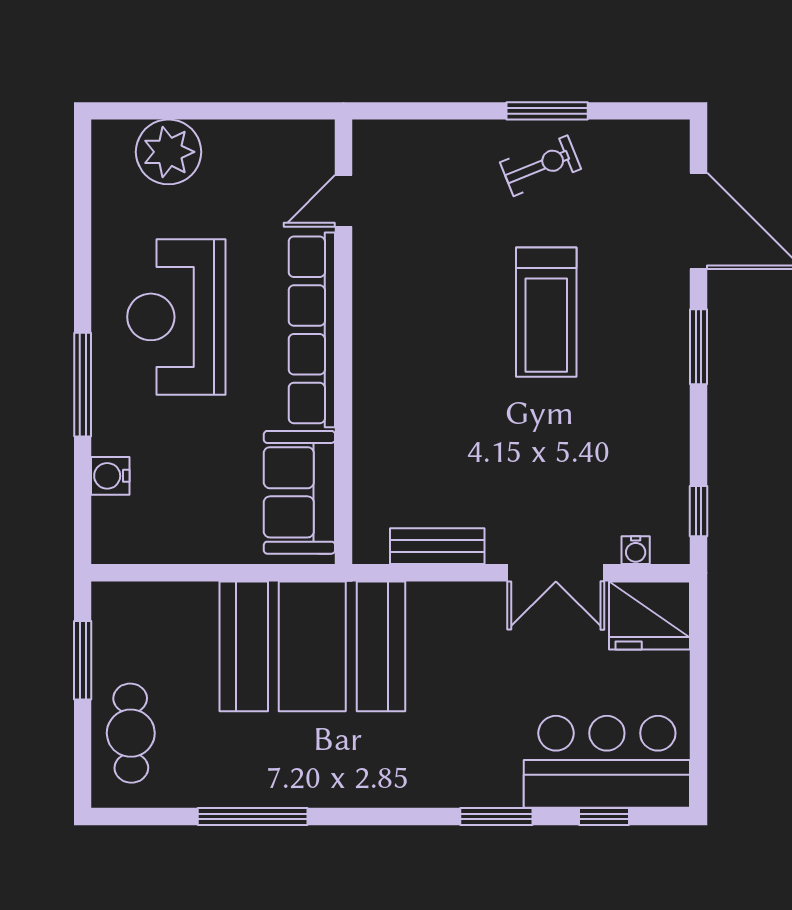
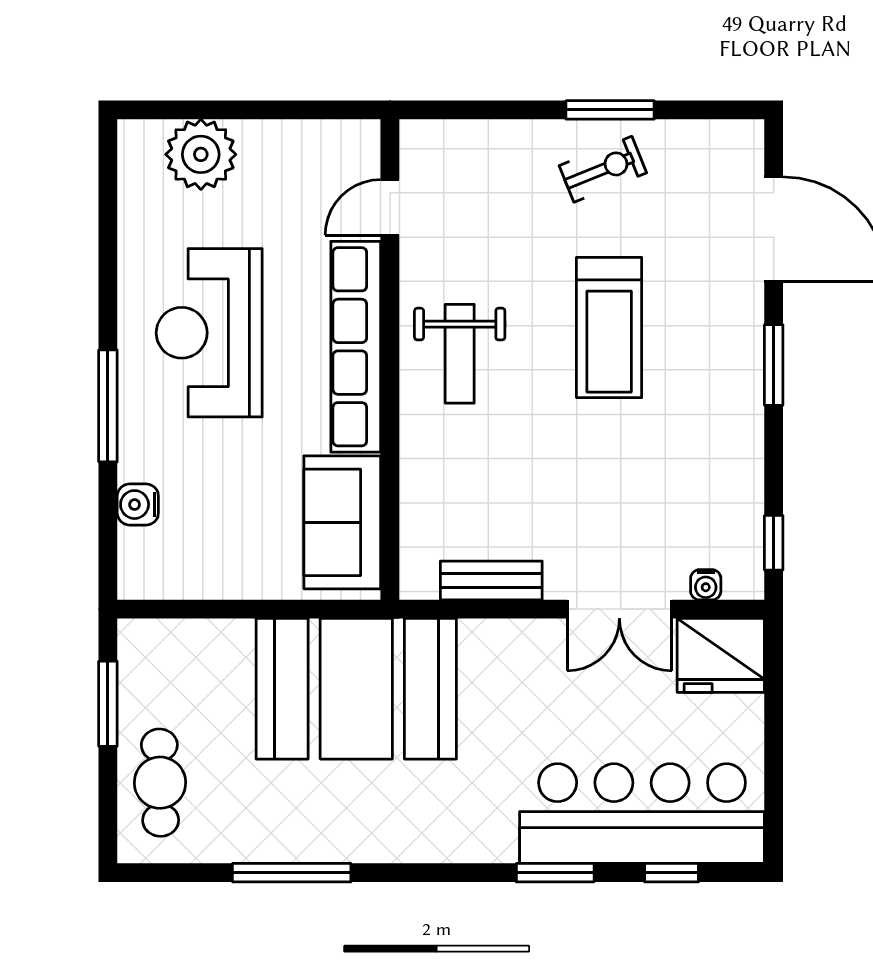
weight bench: (408, 336) -> (460, 354), added
bar counter: (607, 762) -> (642, 814), width x1.36

